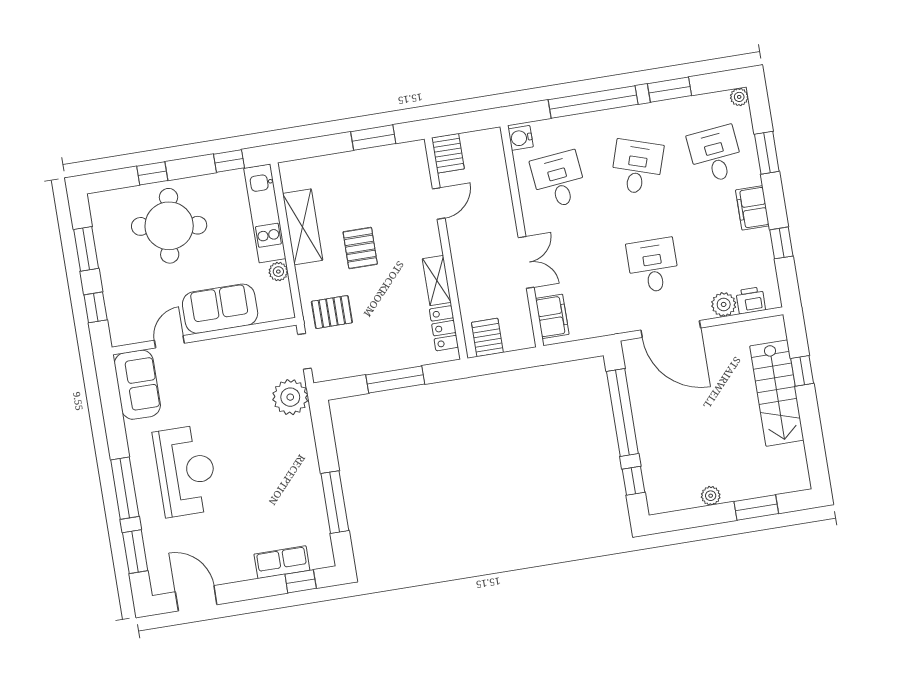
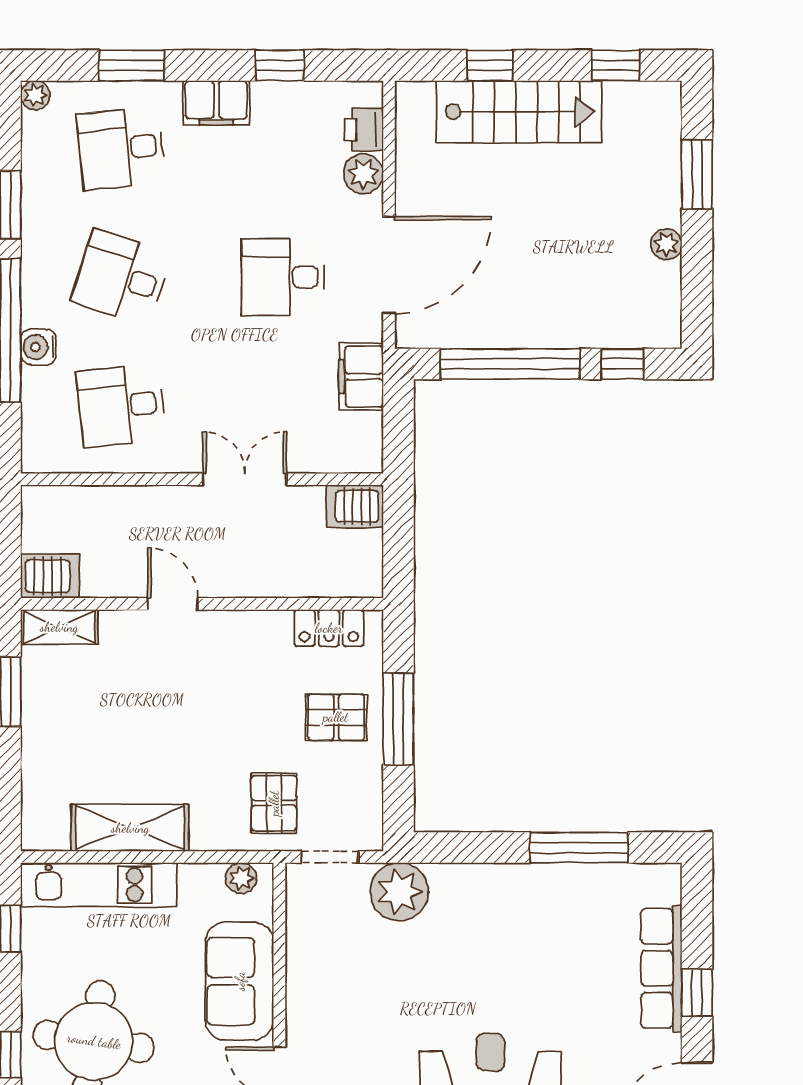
water cooler: (521, 138) -> (38, 347), moved, turned 90
door: (439, 203) -> (173, 604), moved
pallet: (360, 248) -> (336, 717), moved
plant: (278, 272) -> (241, 878), moved
shelving: (437, 281) -> (59, 627), moved
filing cabinet: (552, 316) -> (361, 377), moved, turned -90
server rack: (487, 337) -> (355, 506), moved
window: (815, 447) -> (616, 65), added
row of seats: (282, 562) -> (661, 968), width x1.48
window: (301, 581) -> (697, 993), moved

